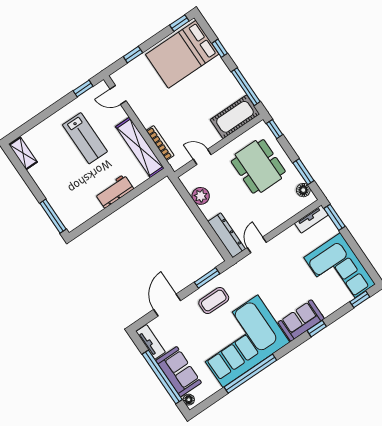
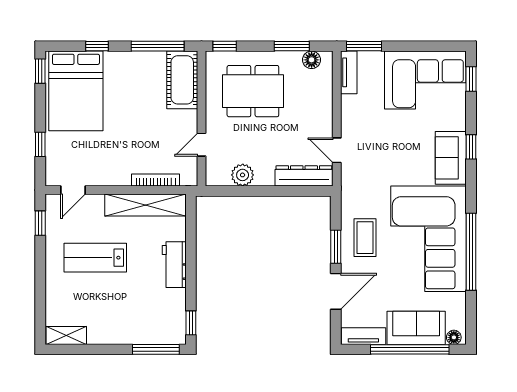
lab bench: (85, 138) -> (95, 258), turned 180
window: (85, 227) -> (191, 323), added
window: (207, 278) -> (336, 247), moved
door: (167, 305) -> (336, 291), swing flipped

